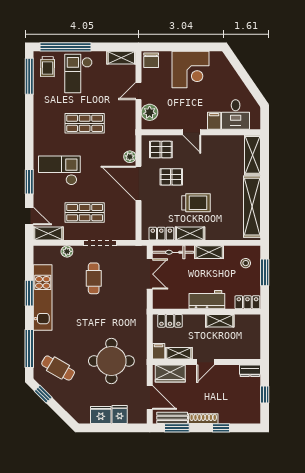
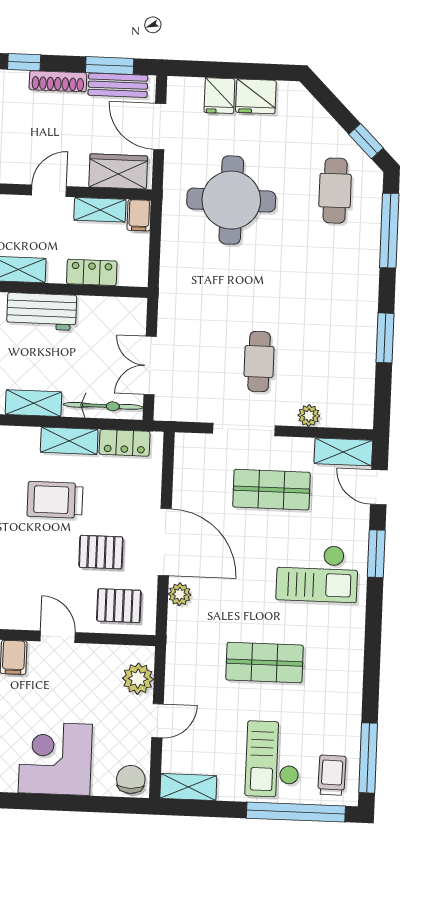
checkout: (78, 74) -> (273, 759), turned 180
kitchen unit: (43, 298) -> (359, 328), removed
locker: (170, 321) -> (92, 272), moved
cafe table: (58, 368) -> (335, 191), turned 60

